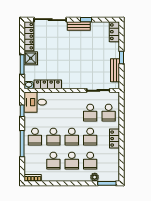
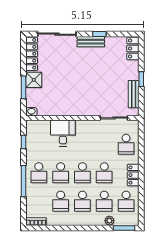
locker: (48, 84) -> (54, 111), removed
desk: (35, 102) -> (63, 133), moved, turned 90
school desk: (90, 113) -> (126, 201), moved

